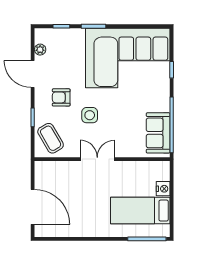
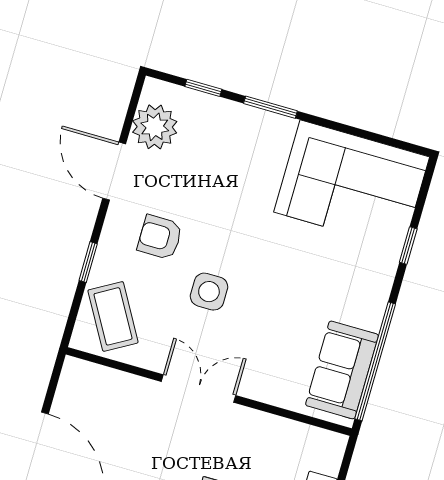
plant: (40, 50) -> (155, 127), width x1.88, depth x1.88
corner sofa: (128, 58) -> (352, 185), width x0.73, depth x0.74

